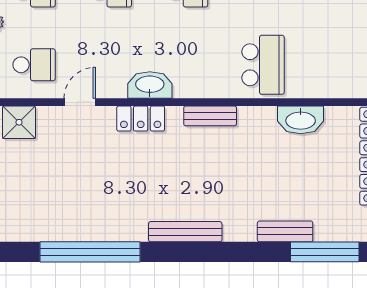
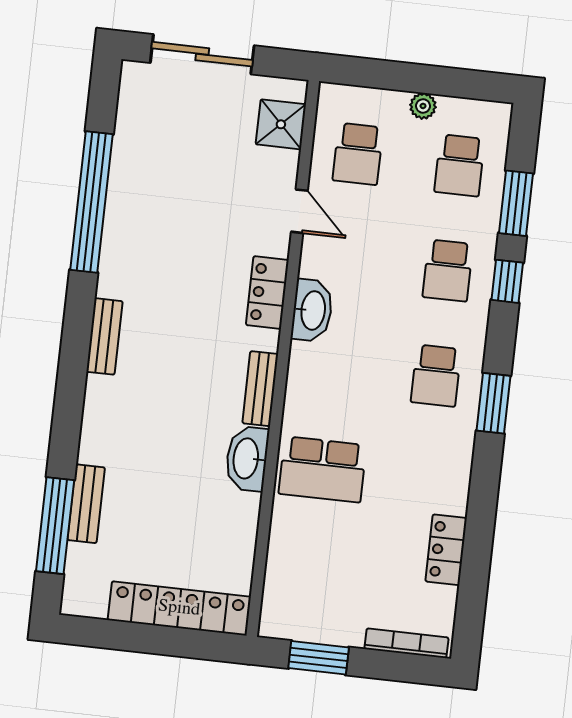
washbasin: (301, 120) -> (247, 459), moved
bench: (285, 231) -> (86, 504), moved
bench: (185, 232) -> (104, 336), width x0.73

